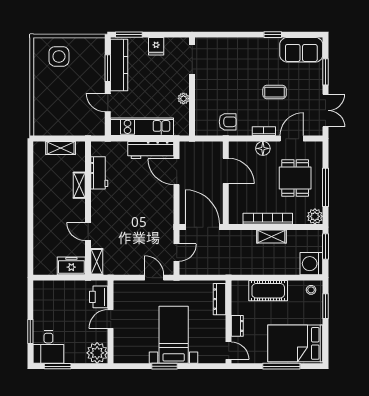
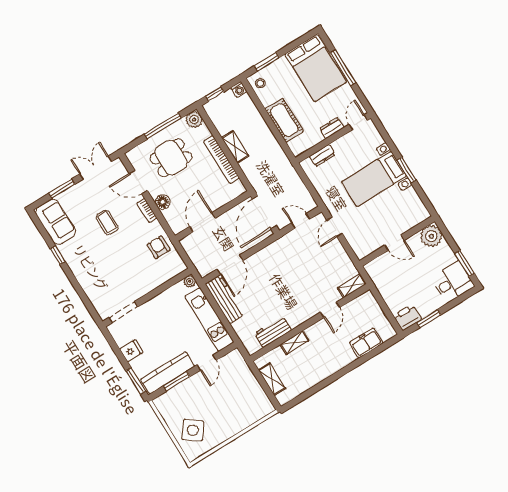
side table: (59, 56) -> (193, 430), turned 36
plant: (183, 99) -> (190, 281), moved
window: (325, 247) -> (215, 94), width x0.67
washing machine: (311, 264) -> (239, 90), width x0.53, depth x0.53
freezer: (71, 266) -> (366, 343), moved, turned 90
printer: (99, 297) -> (407, 317), moved, turned 180
dresser: (220, 299) -> (322, 156), width x0.70
window: (30, 331) -> (429, 319), moved

